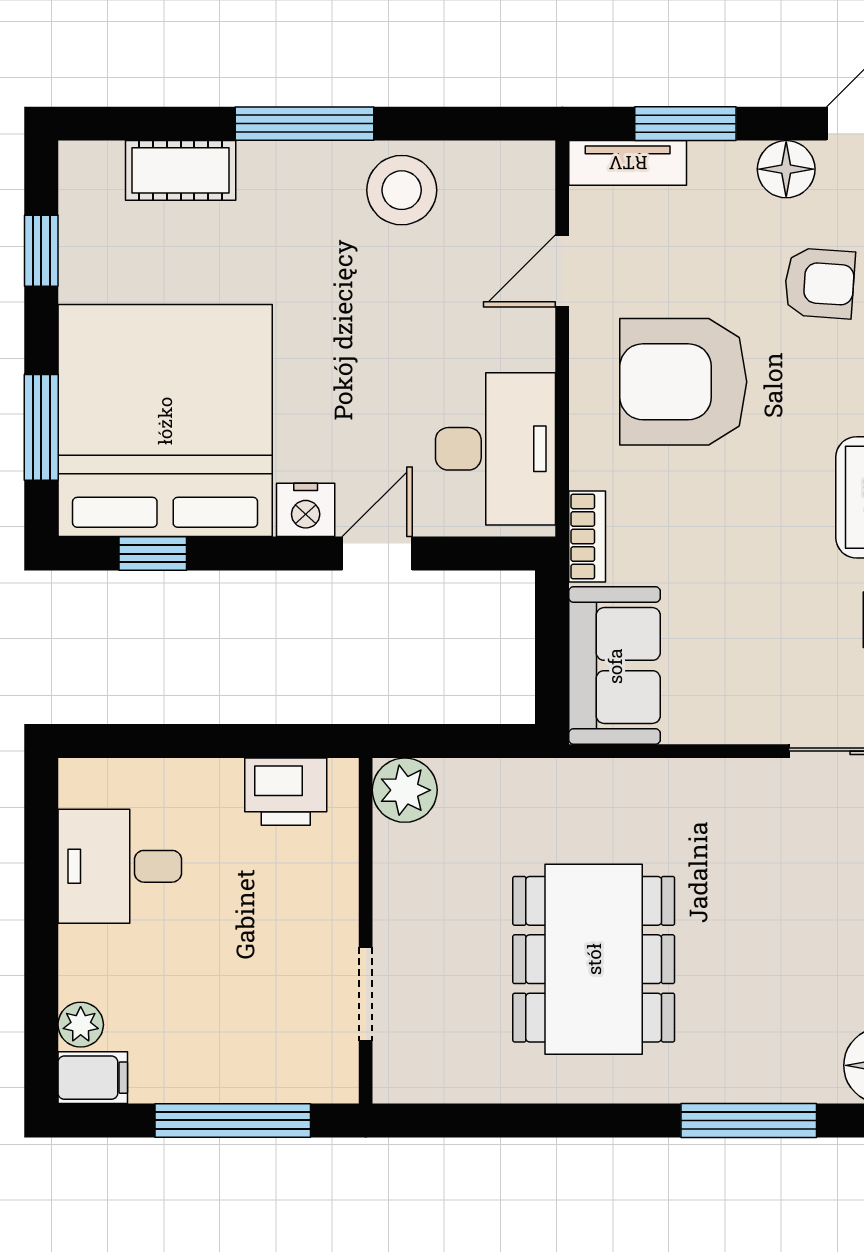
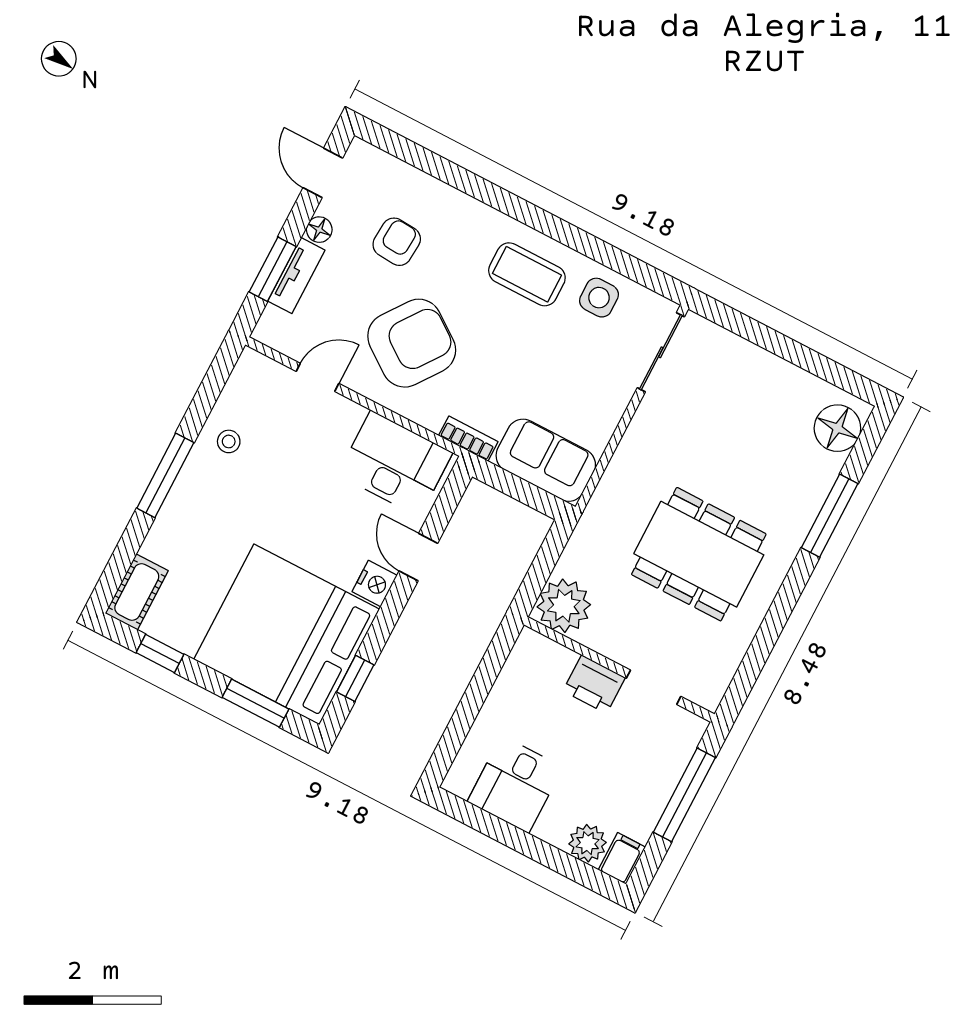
tv unit: (628, 163) -> (296, 276), moved
floor lamp: (786, 169) -> (319, 230), width x0.73, depth x0.73
cot: (181, 170) -> (137, 592), moved
stool: (402, 190) -> (229, 441), width x0.53, depth x0.53
door: (562, 271) -> (318, 377), swing flipped
armchair: (683, 382) -> (412, 343), turned -144
plant: (405, 790) -> (564, 606), width x1.36, depth x1.36
printer: (286, 792) -> (594, 684), moved, turned 90
plant: (81, 1025) -> (588, 843), width x1.38, depth x1.38

